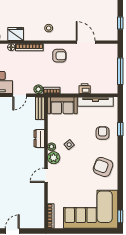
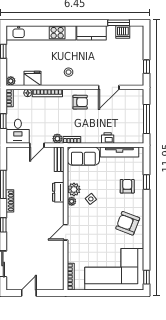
door: (86, 42) -> (109, 87), swing flipped
plant: (54, 158) -> (74, 189), moved

